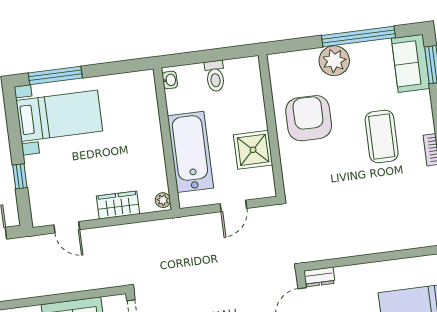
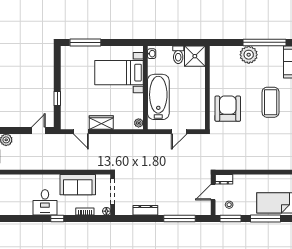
bed with nightstands: (59, 116) -> (119, 73), moved, turned 180
armchair: (309, 118) -> (228, 109), moved
shower: (253, 150) -> (195, 56), moved
wardrobe: (118, 205) -> (101, 122), moved

